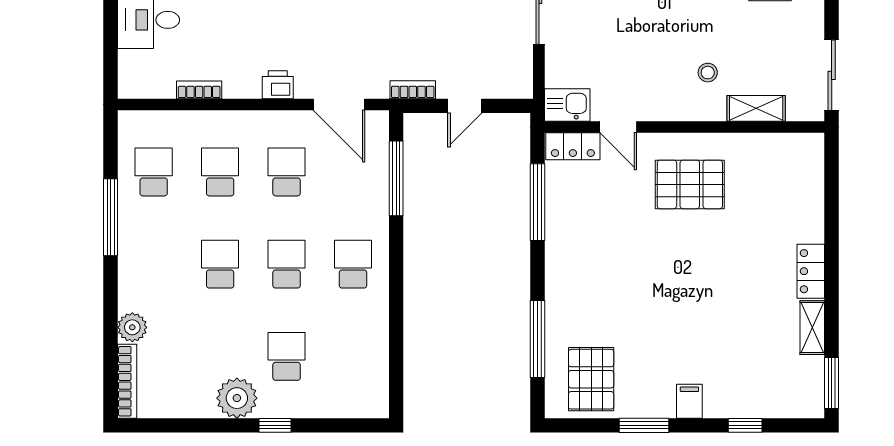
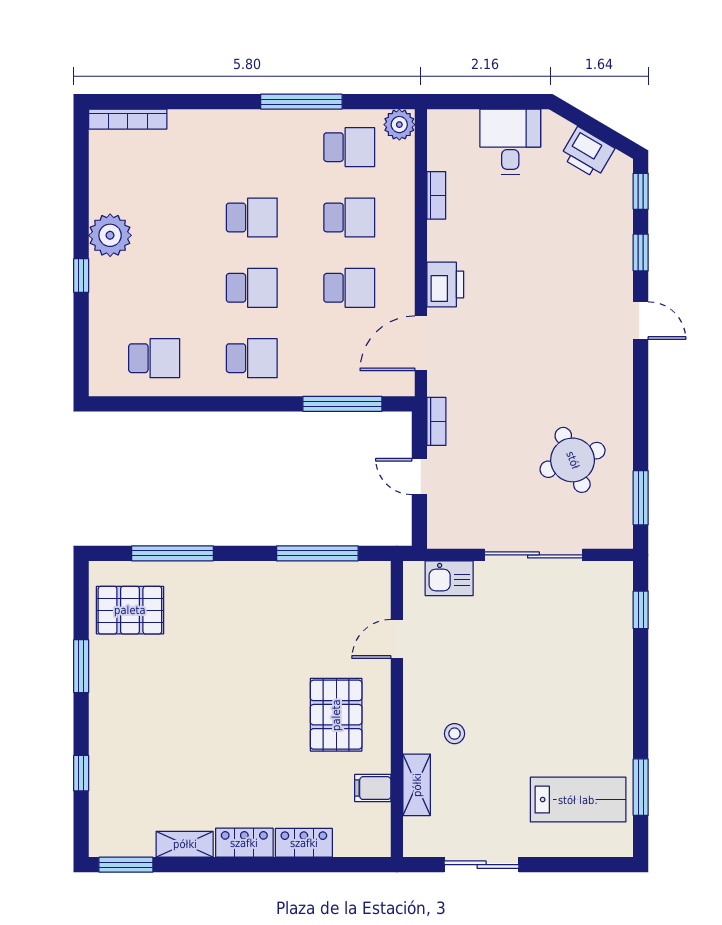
sliding door: (832, 75) -> (482, 865), moved
printer: (278, 85) -> (445, 284), width x1.36, depth x1.24
kitchen sink: (567, 105) -> (449, 578), moved, turned 90
locker: (573, 146) -> (304, 843), moved, turned 90
plant: (132, 327) -> (399, 125), moved
school desk: (287, 356) -> (154, 358), moved
filing cabinet: (689, 401) -> (373, 788), moved, turned 180

